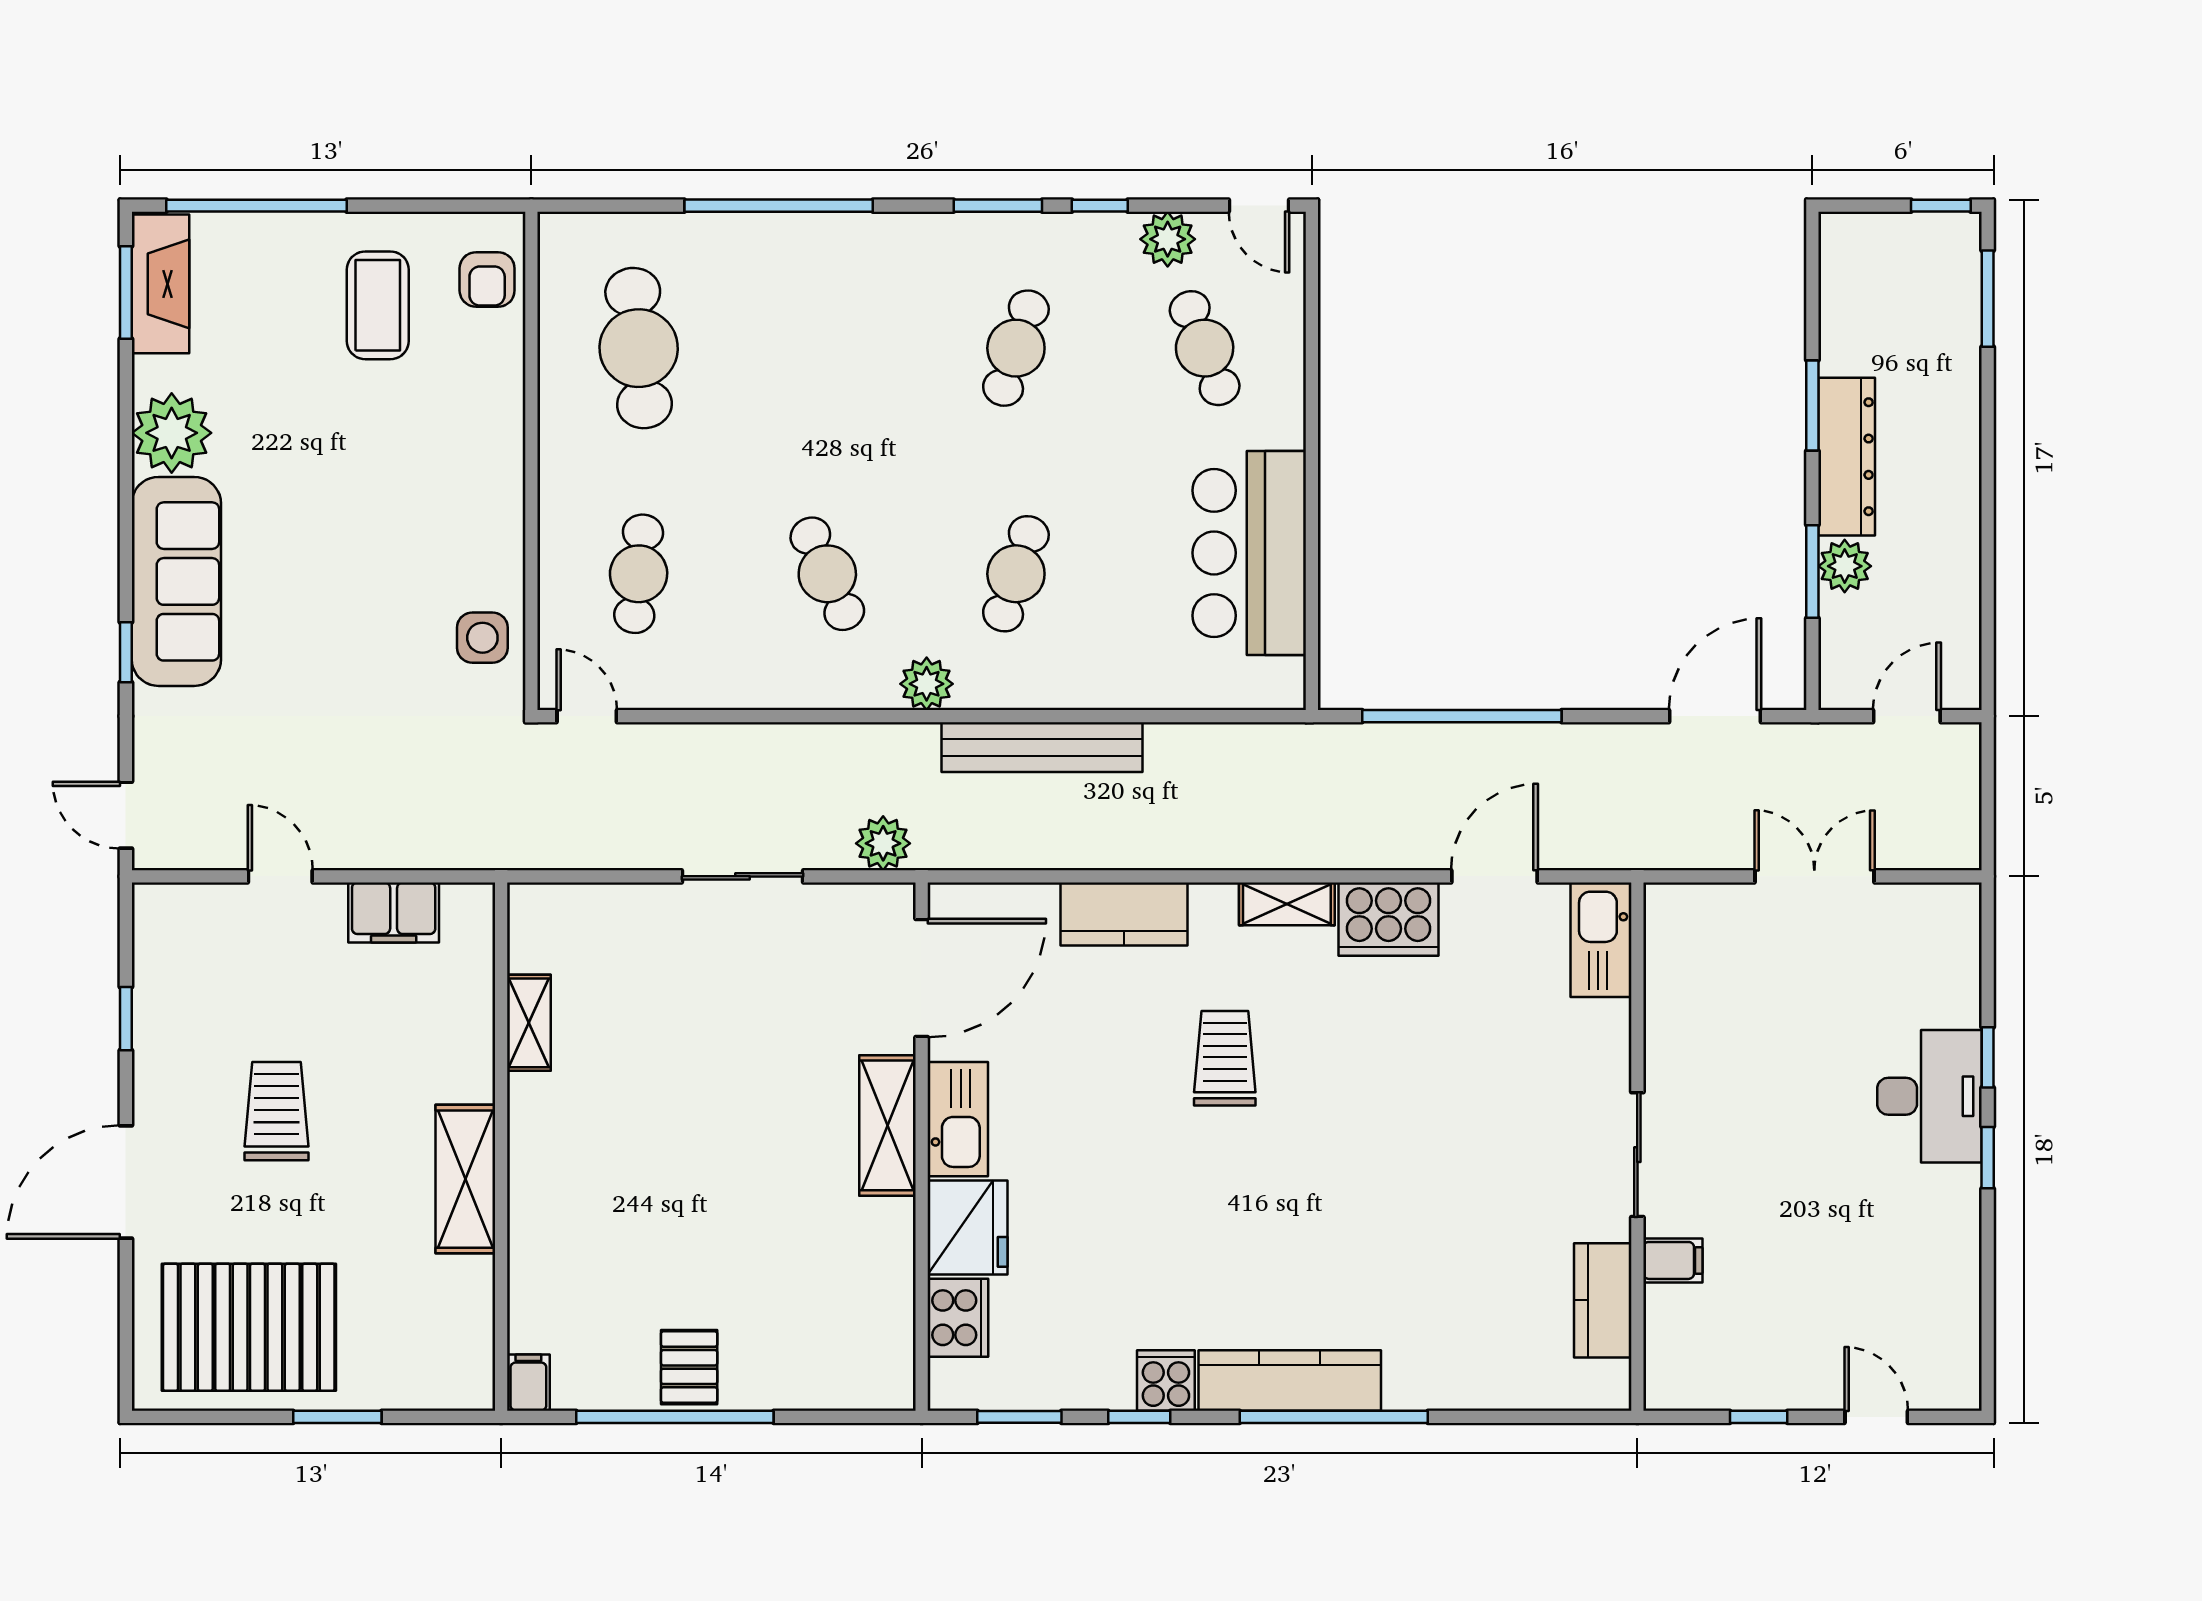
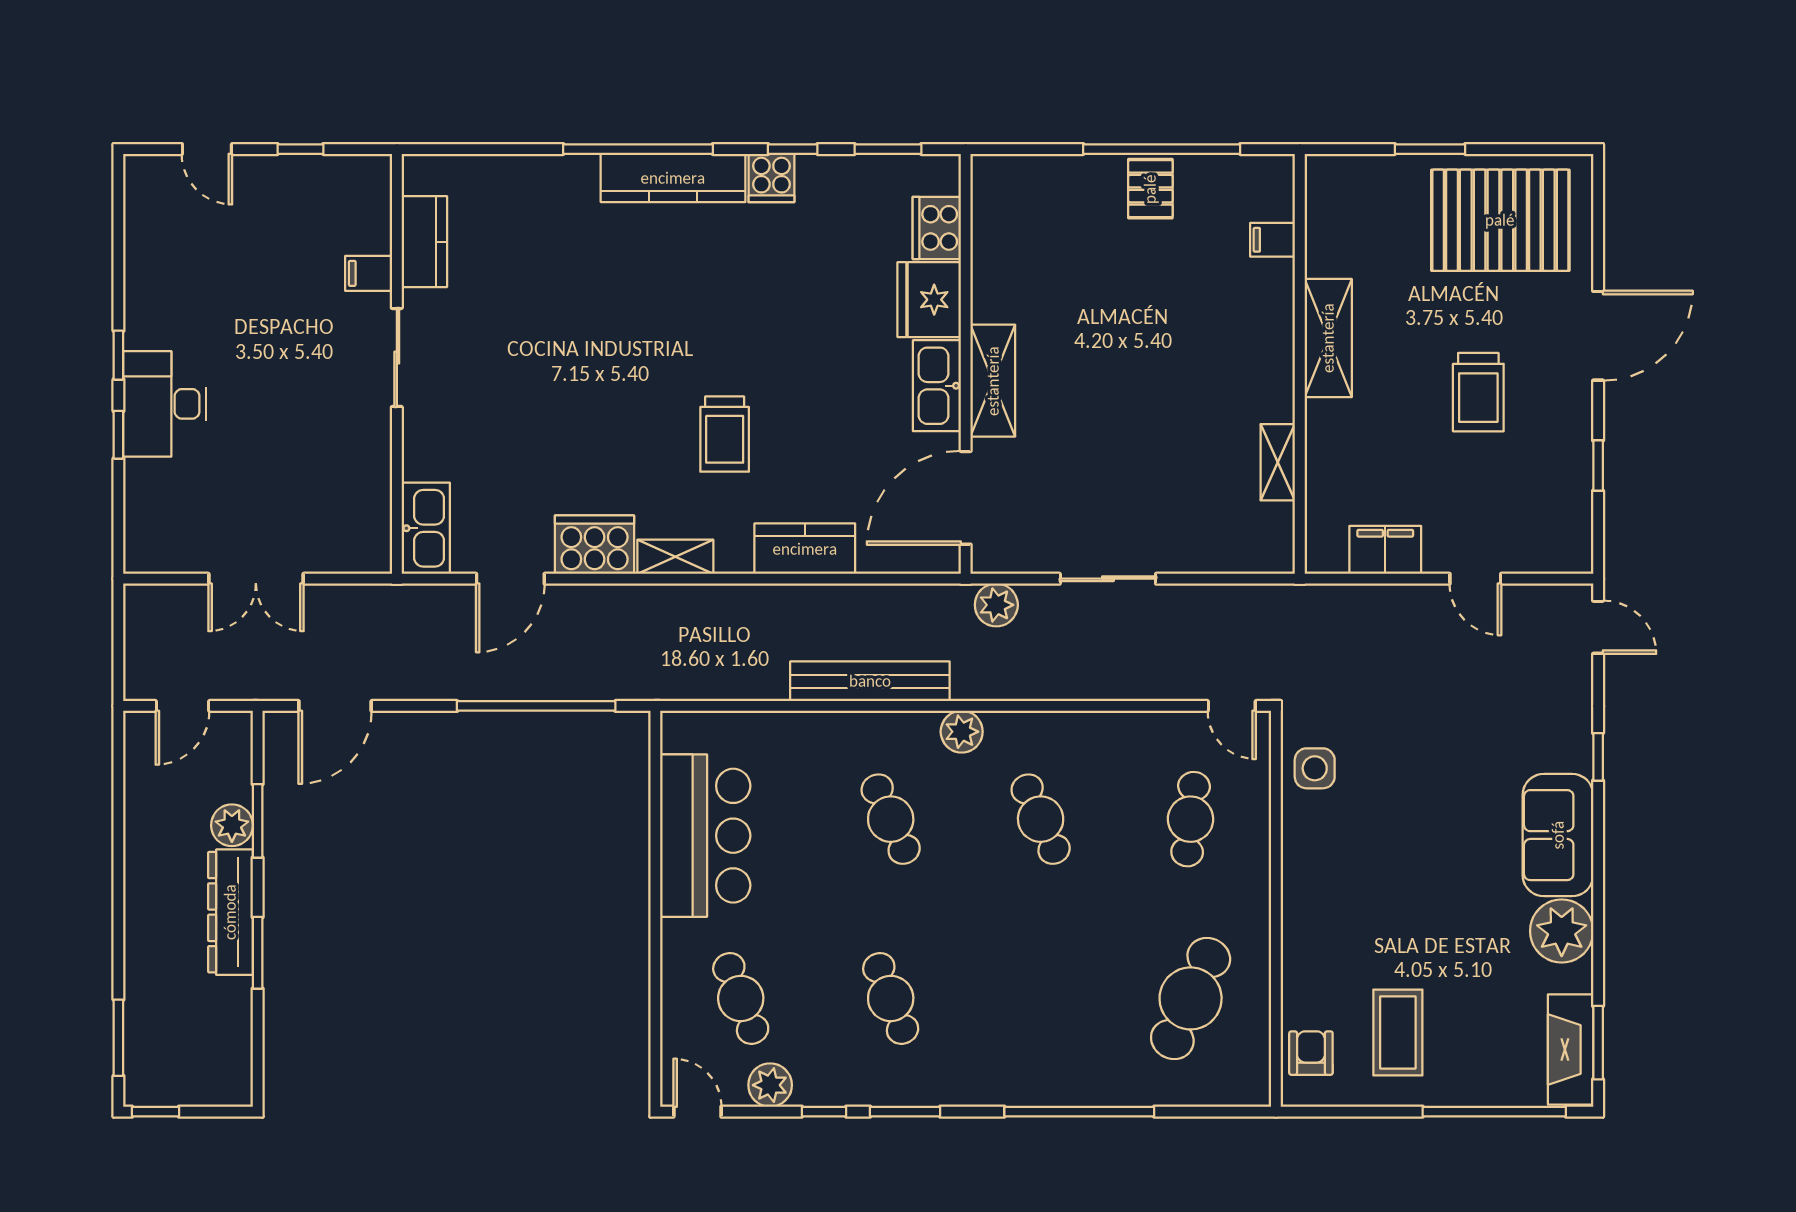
cafe table: (639, 348) -> (1191, 998), turned 30
cafe table: (1016, 348) -> (891, 998), turned -39
cafe table: (1016, 574) -> (891, 819), turned -42
sofa: (176, 581) -> (1558, 835), width x0.73
filing cabinet: (528, 1383) -> (1273, 240), moved, turned 90

